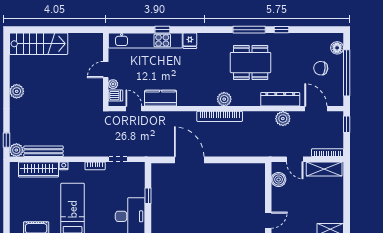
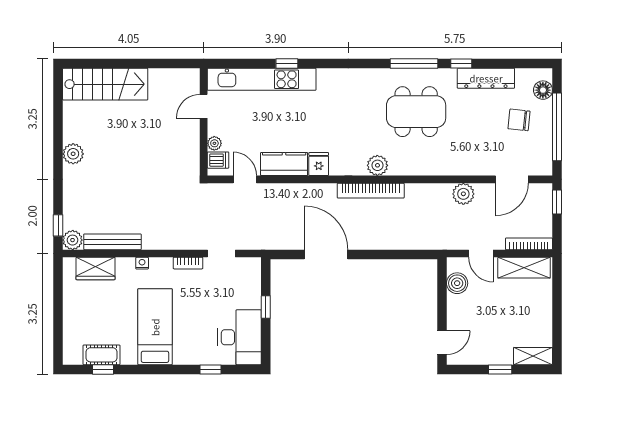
fridge: (190, 41) -> (319, 164), moved, turned 180
door: (106, 70) -> (204, 106), moved
dresser: (280, 99) -> (486, 78), moved, turned 180
door: (316, 109) -> (512, 179), swing flipped
wardrobe: (39, 169) -> (95, 269), width x0.67

